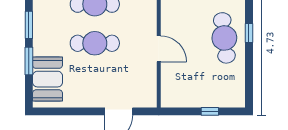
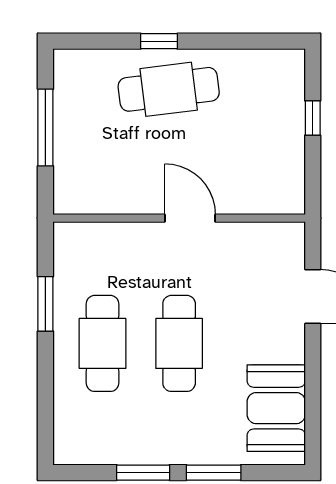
door: (159, 49) -> (190, 218), hinge flipped
booth: (48, 79) -> (276, 408), moved, turned 90

